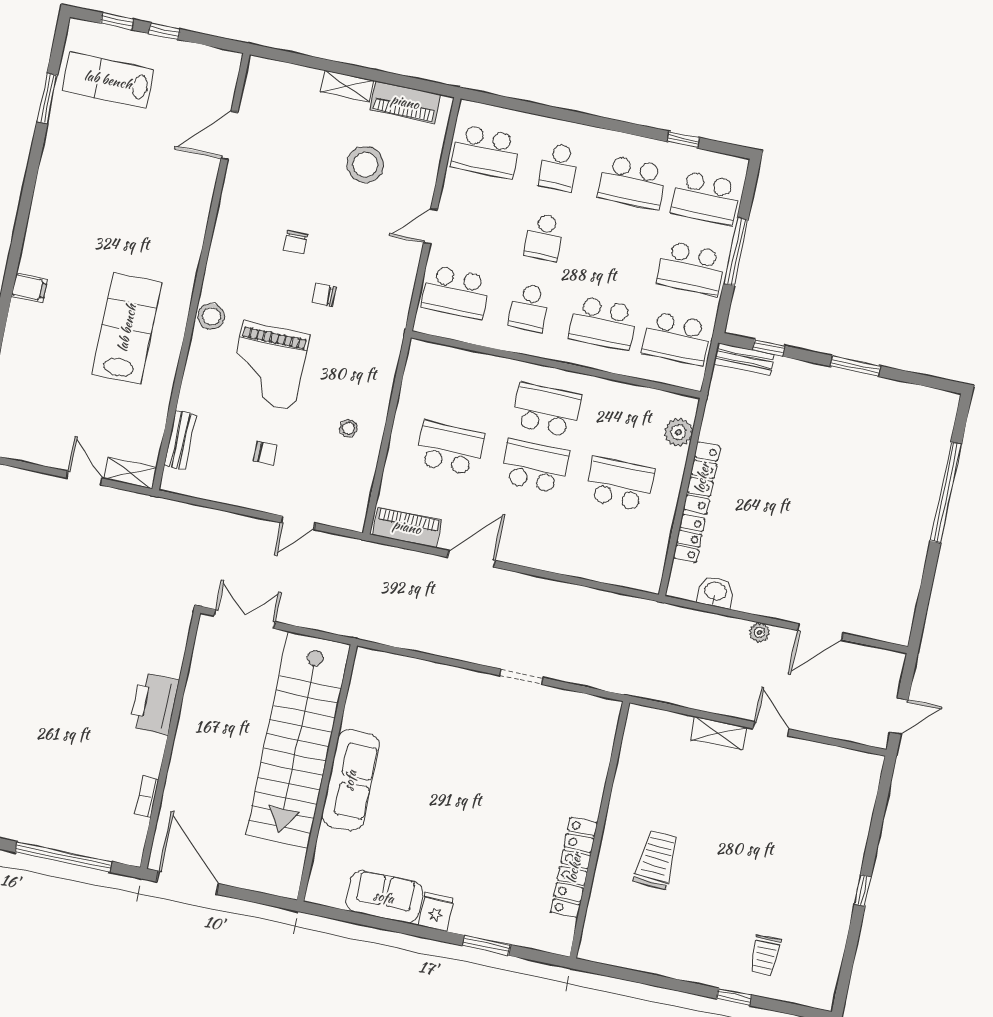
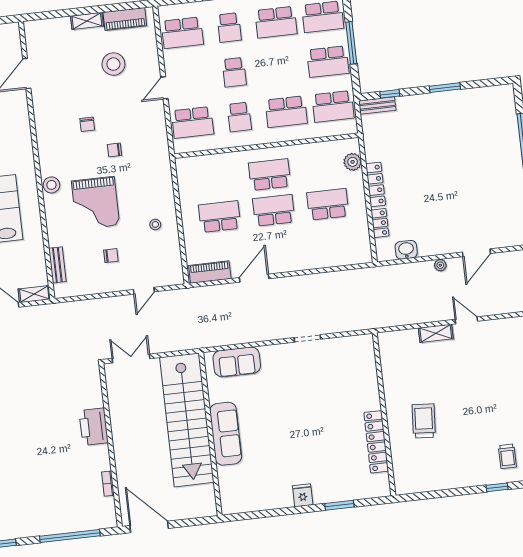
sofa: (384, 897) -> (237, 362), moved, turned 180

